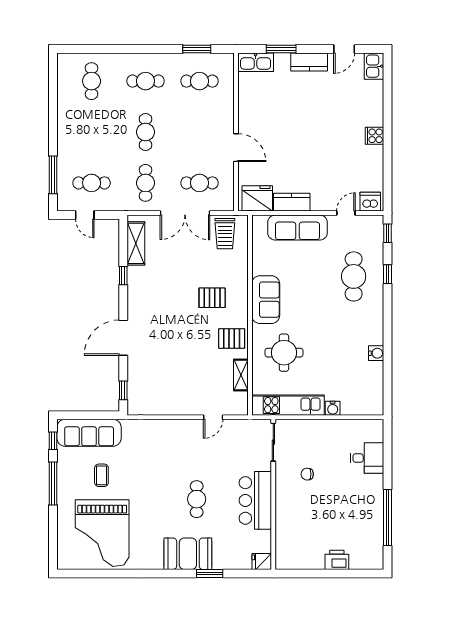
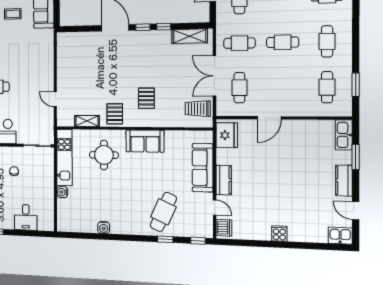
kitchen counter: (292, 202) -> (224, 180), moved
cafe table: (354, 276) -> (163, 212), turned -66
window: (123, 390) -> (143, 27), moved

